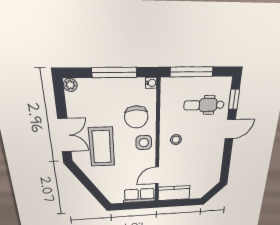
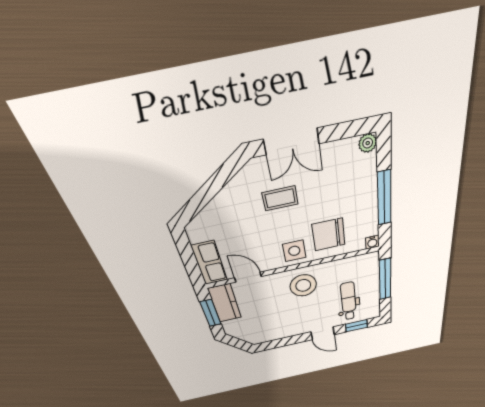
stool: (176, 140) -> (303, 285), width x1.89, depth x1.89
coffee table: (102, 147) -> (280, 198), width x0.54, depth x0.58
window: (179, 203) -> (211, 313), added

